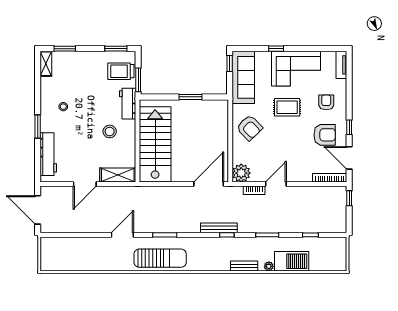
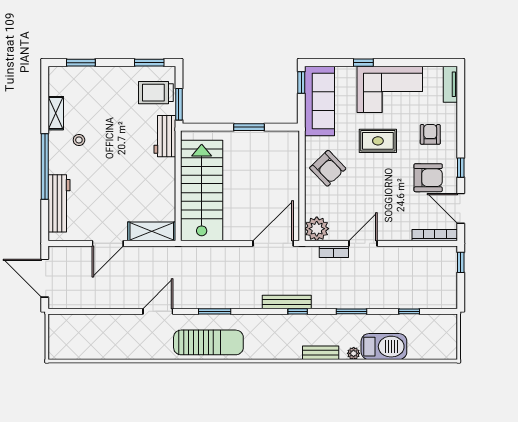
shelving: (46, 64) -> (56, 113), moved
window: (38, 126) -> (45, 166), width x2.11
stool: (110, 131) -> (141, 173), removed

